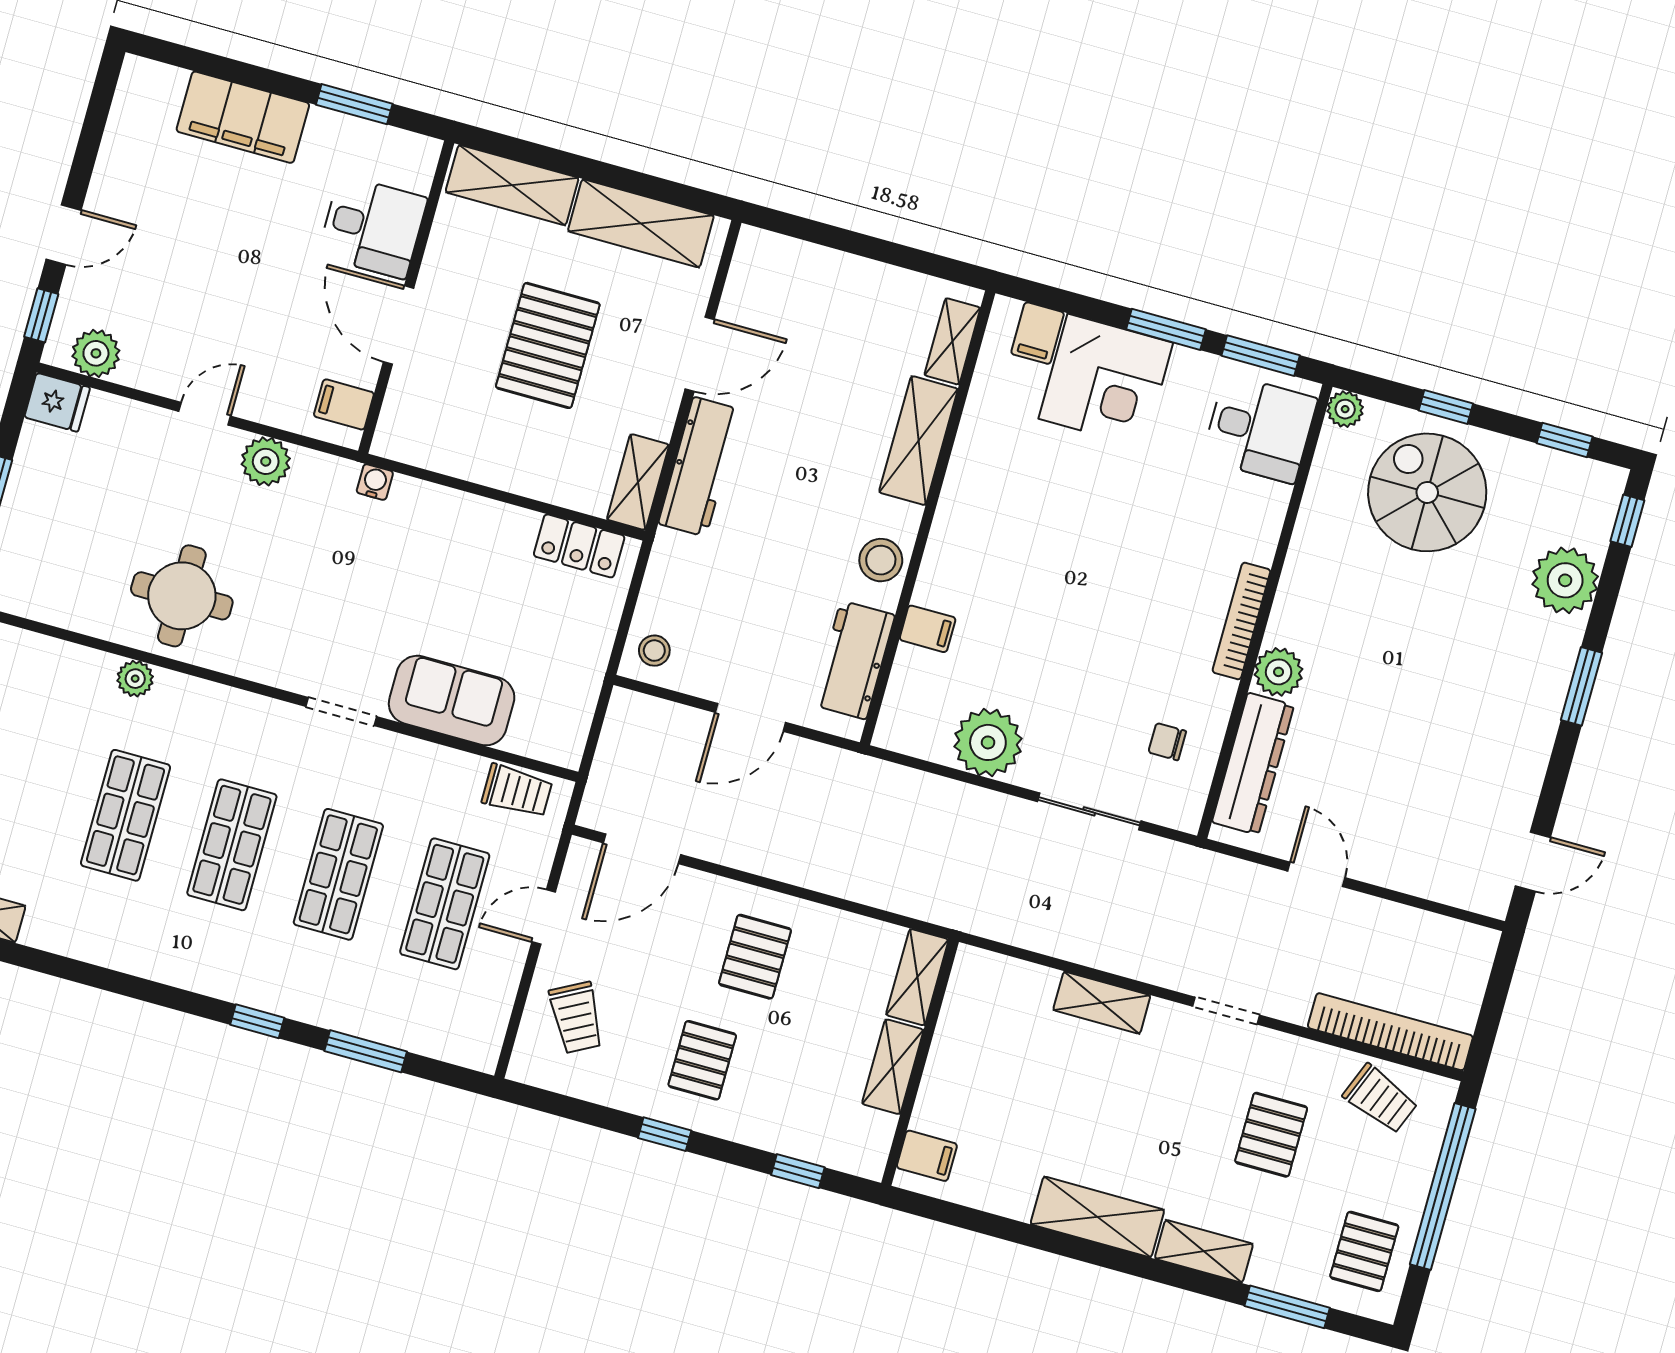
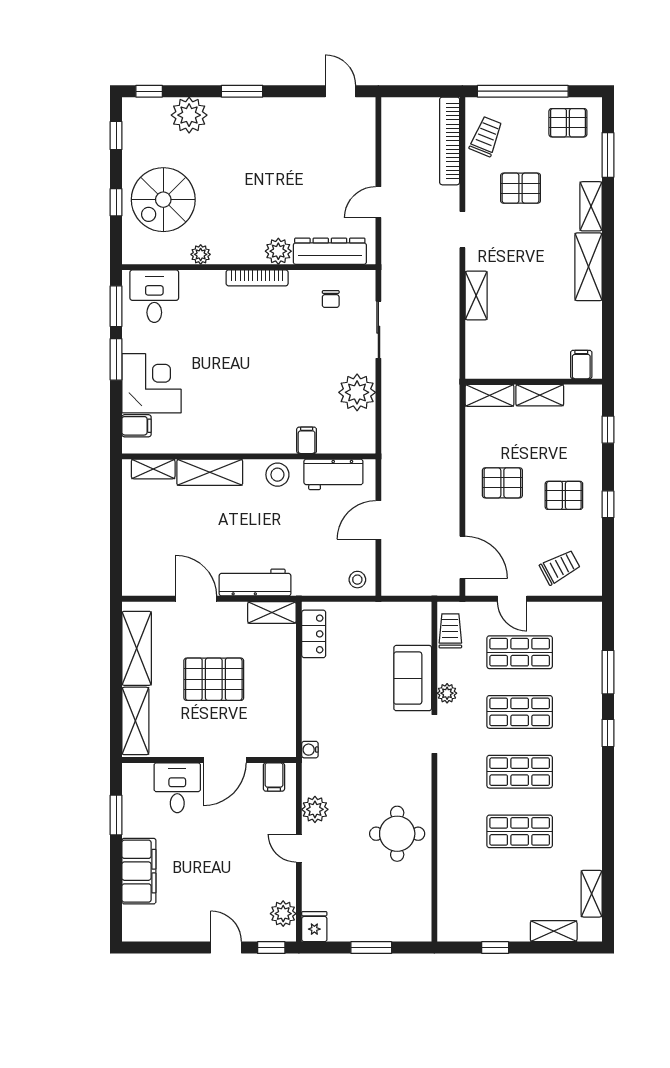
plant: (1345, 409) -> (201, 254), moved
plant: (135, 679) -> (447, 693), moved
door: (750, 717) -> (378, 520), swing flipped

